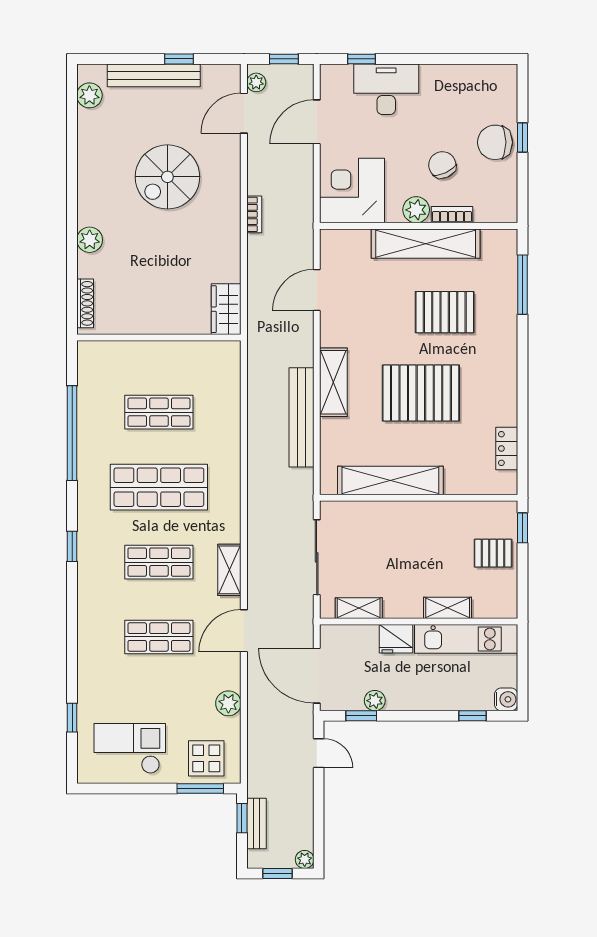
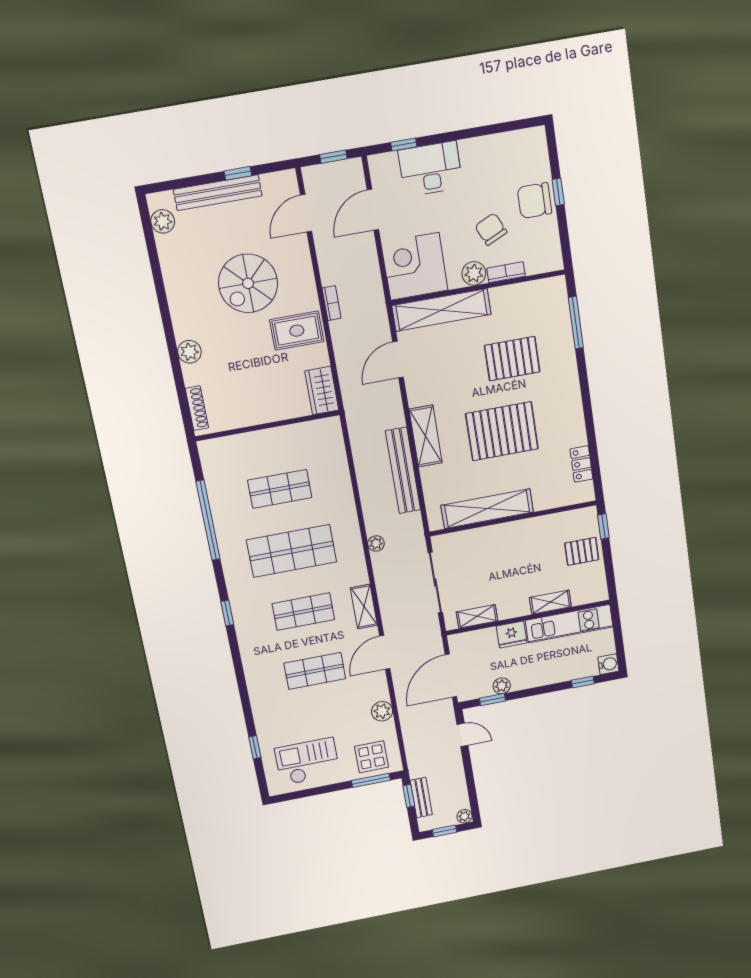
plant: (256, 82) -> (376, 543), moved
rug: (211, 238) -> (297, 331), added
shelving: (426, 244) -> (441, 310), moved
door: (317, 676) -> (451, 676), hinge flipped

